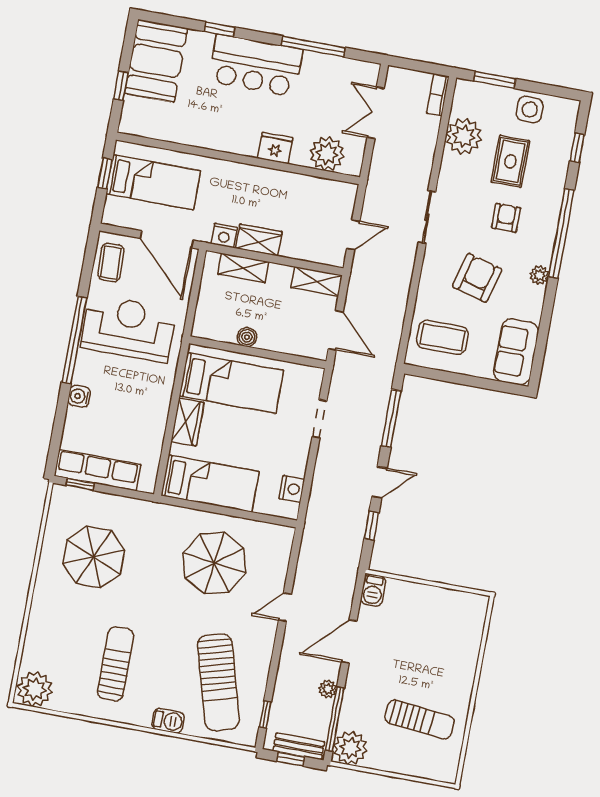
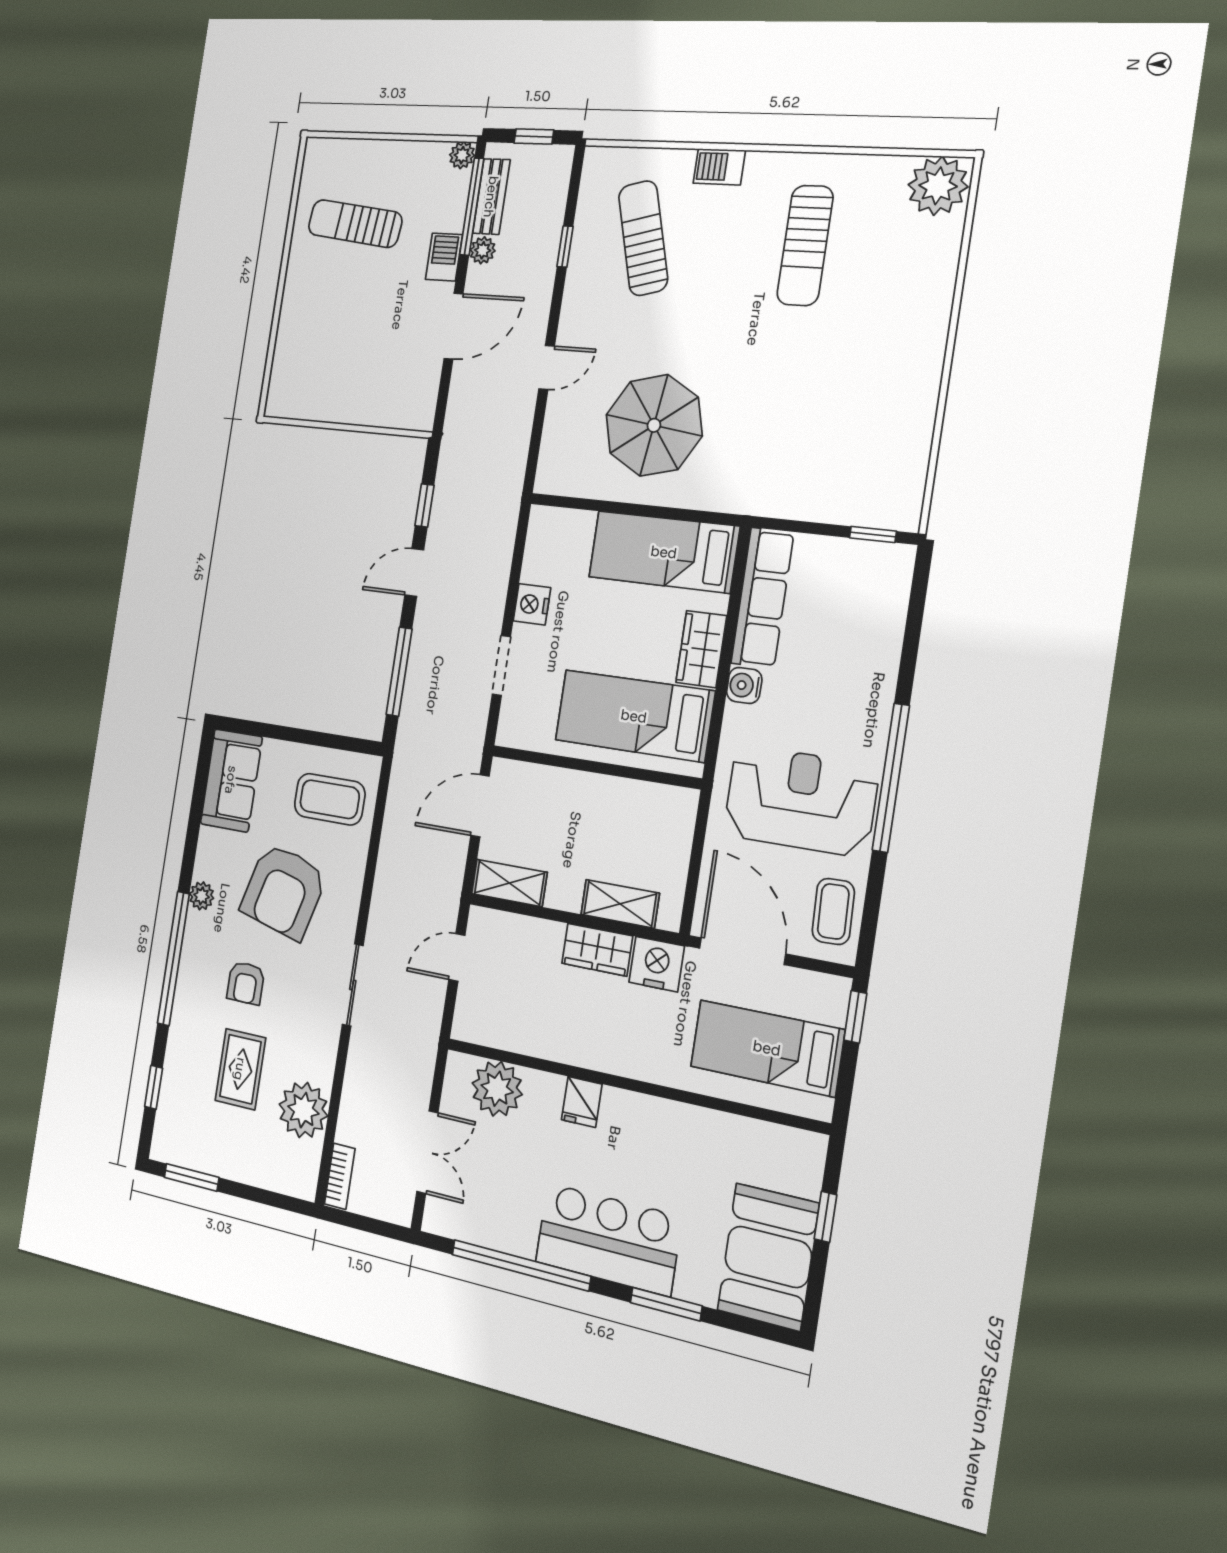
window: (220, 29) -> (666, 1304), width x1.50
window: (313, 47) -> (521, 1265), width x1.46
window: (495, 80) -> (192, 1177), moved
side table: (530, 110) -> (215, 1148), removed
fridge: (275, 148) -> (582, 1102), width x0.72
window: (105, 173) -> (855, 1017), moved
nightstand: (224, 236) -> (657, 964), width x1.36, depth x1.33
armchair: (477, 278) -> (284, 891), width x1.36, depth x1.36
reception desk: (129, 328) -> (801, 801), turned 180
door: (336, 330) -> (480, 806), hinge flipped
boiler: (247, 337) -> (612, 791), removed
water cooler: (79, 396) -> (744, 685), moved, turned 180
row of seats: (97, 470) -> (762, 598), moved, turned -90
nightstand: (292, 489) -> (532, 604), moved
parasol: (94, 557) -> (847, 416), removed
barbecue: (373, 590) -> (444, 257), moved
sun lounger: (219, 682) -> (643, 238), width x0.73, depth x0.75
window: (265, 714) -> (565, 247), moved
bench: (299, 746) -> (491, 197), moved, turned 90
plant: (350, 748) -> (462, 155), width x0.53, depth x0.53

